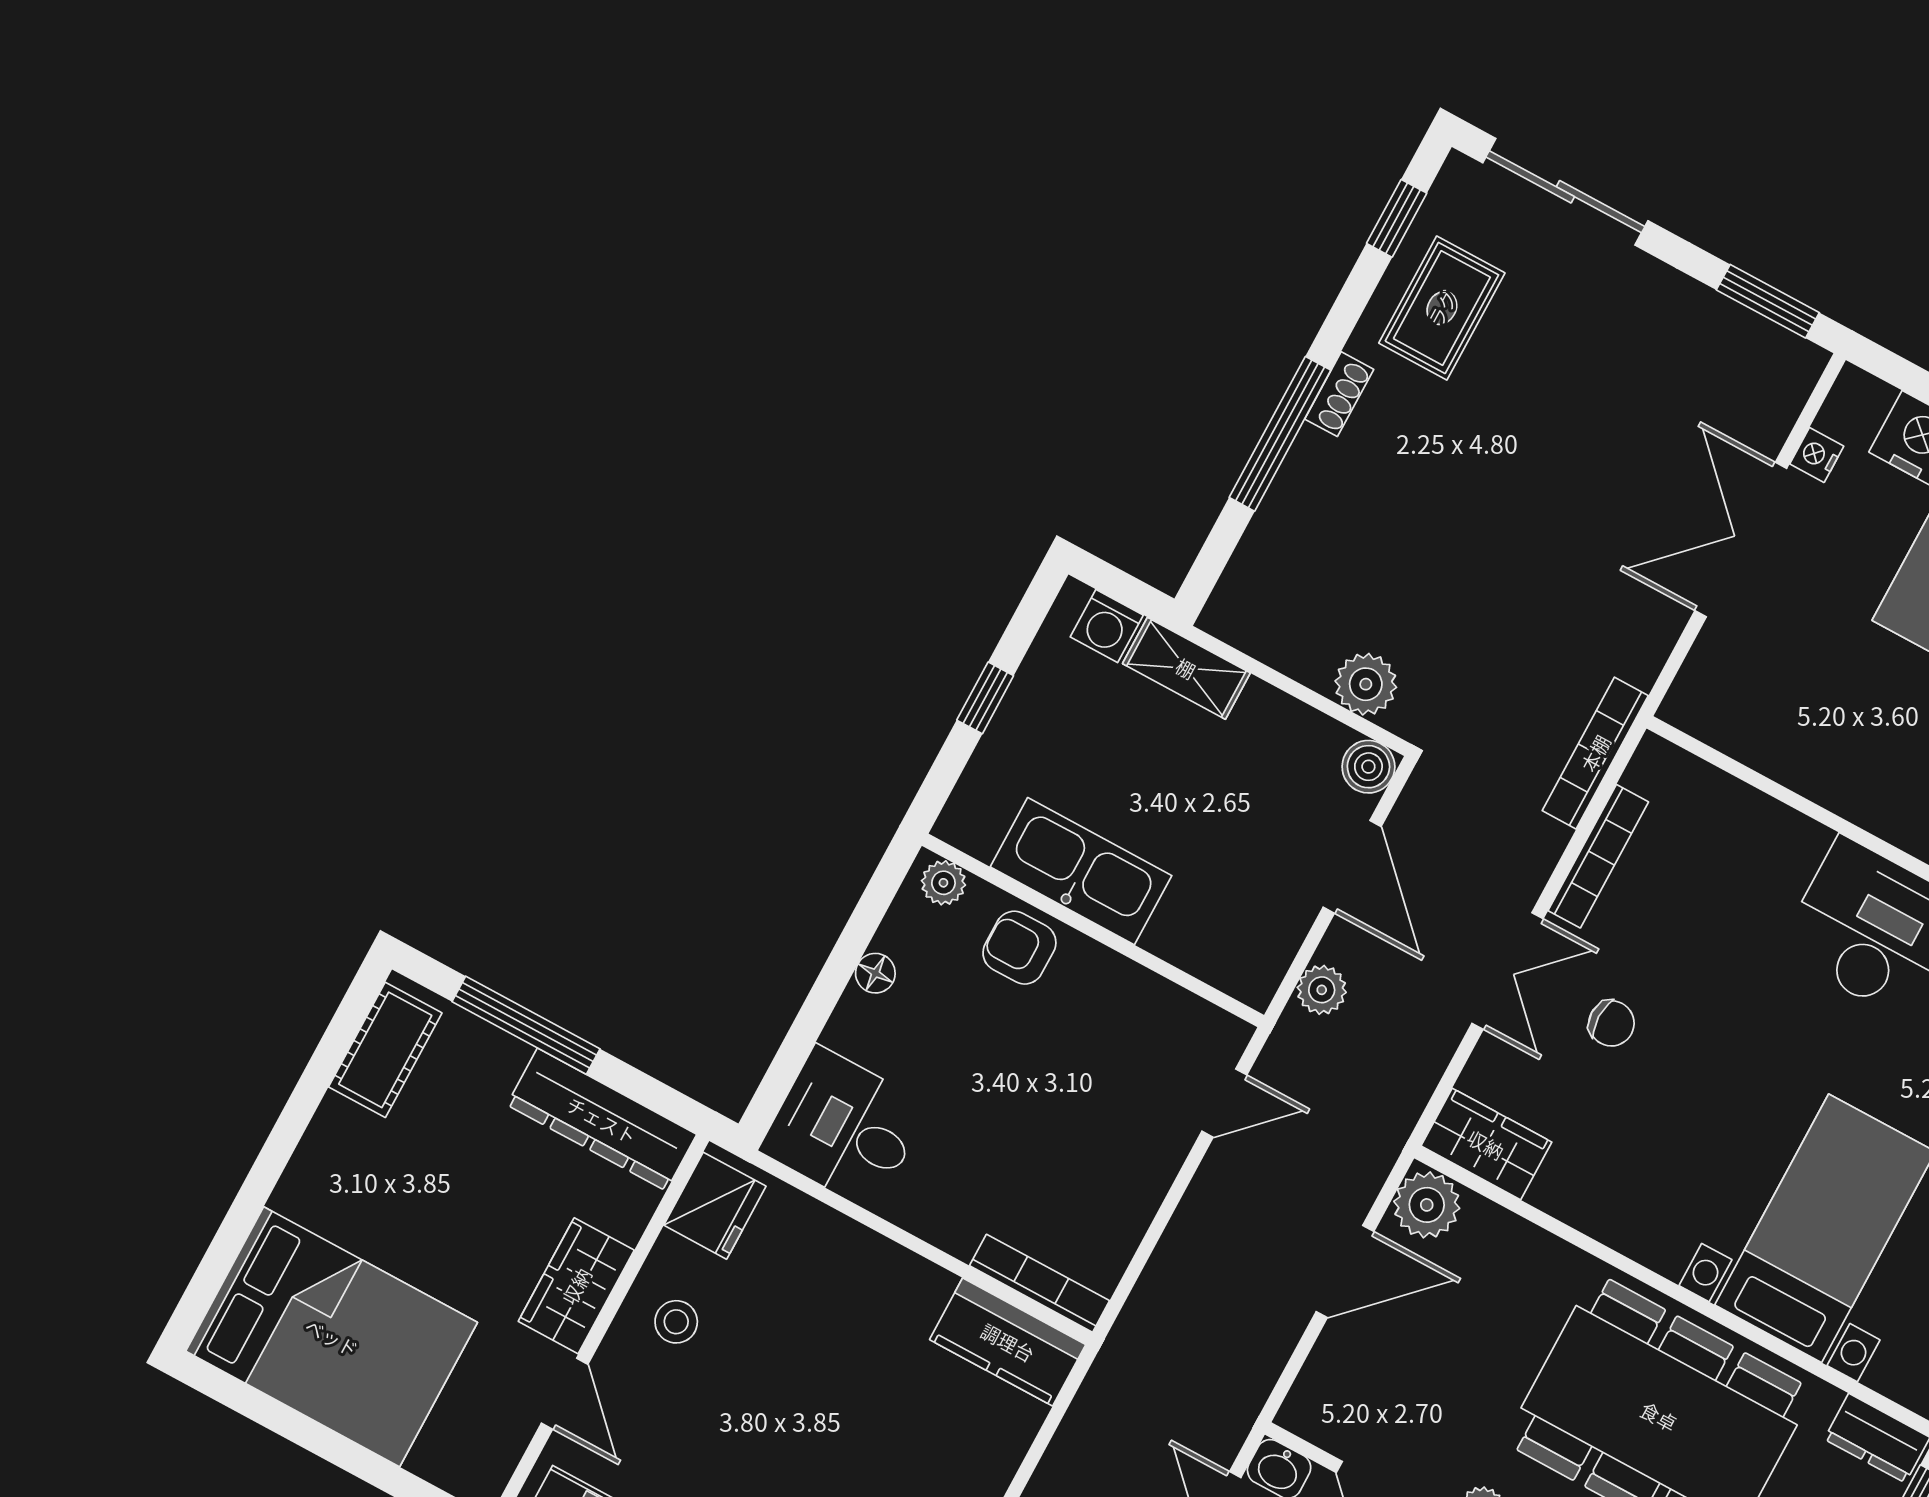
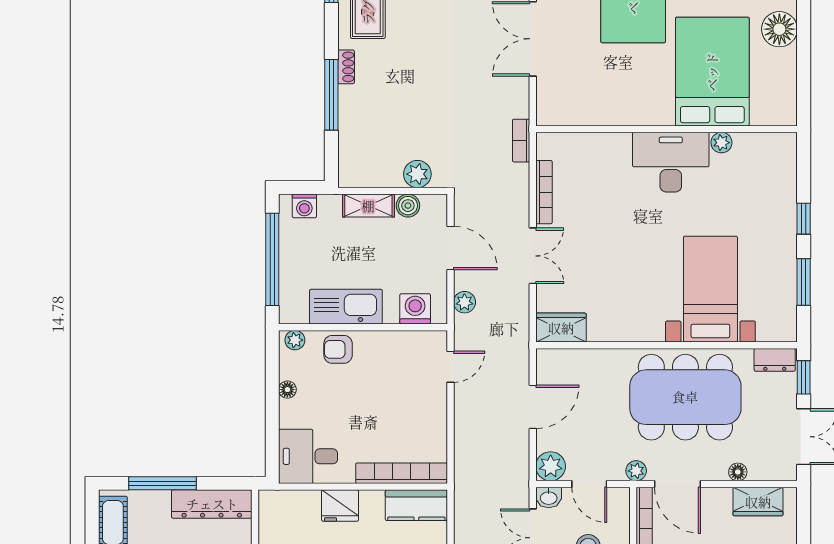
shelving: (1186, 668) -> (368, 206), moved
window: (985, 698) -> (272, 259), width x3.17
bookcase: (1595, 753) -> (521, 141), width x0.64
boiler: (1368, 767) -> (408, 206), moved
washing machine: (1216, 950) -> (415, 309), added
chair: (1611, 1023) -> (584, 254), removed
plant: (1427, 1205) -> (551, 466), moved
fridge: (715, 1206) -> (340, 506), moved, turned 90
bookcase: (1040, 1283) -> (402, 473), width x1.48, depth x1.31

